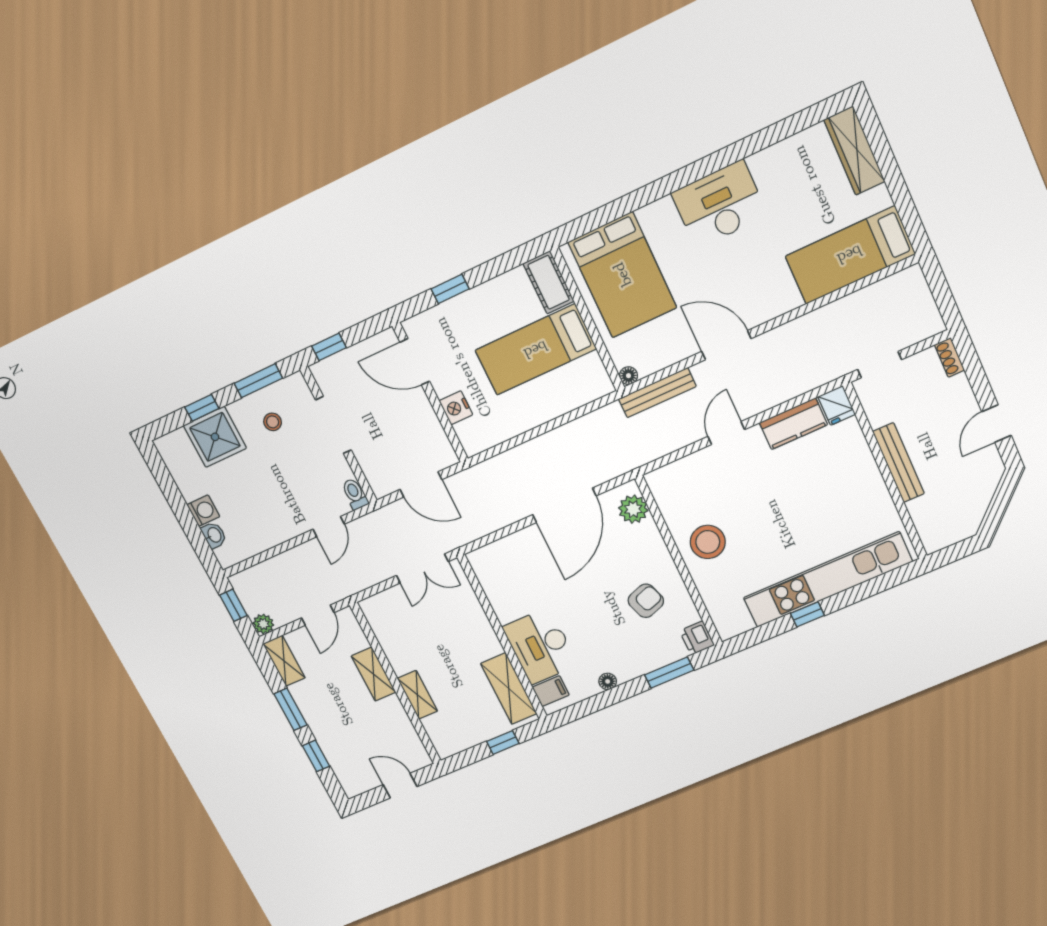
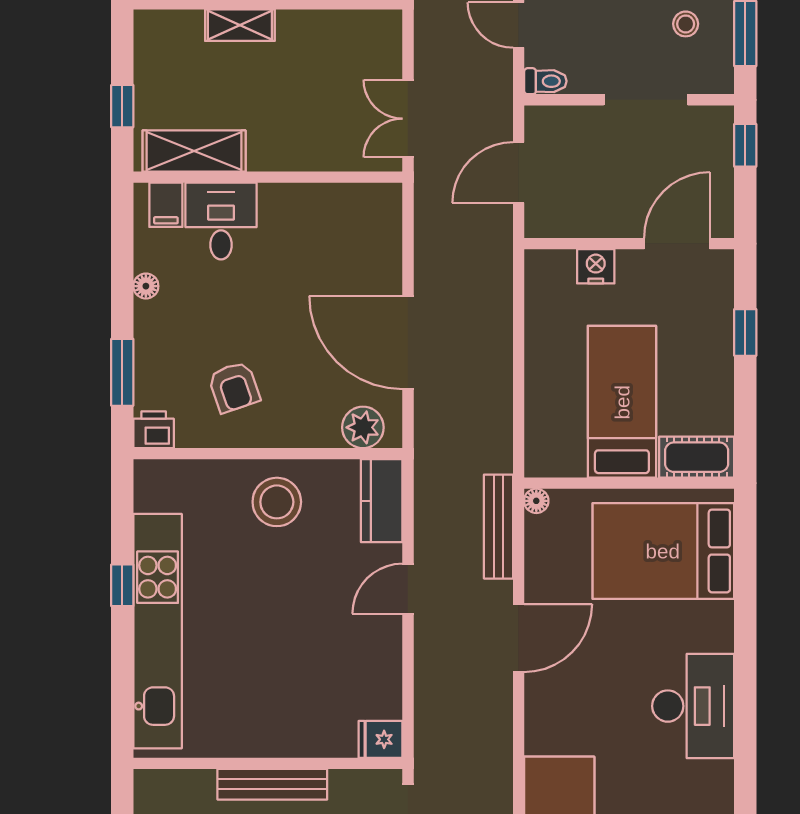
kitchen counter: (793, 424) -> (382, 501), moved
door: (726, 433) -> (408, 589), swing flipped
desk: (540, 646) -> (221, 221), width x0.73

